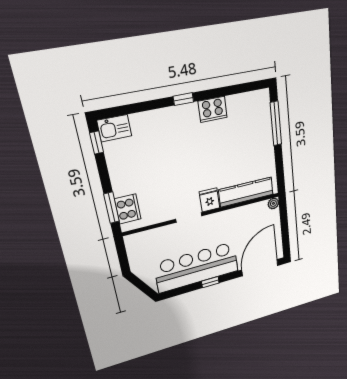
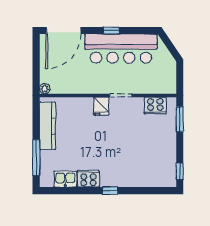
kitchen sink: (114, 128) -> (65, 179), moved
kitchen counter: (246, 192) -> (48, 126), moved, turned -90
cooker: (128, 209) -> (155, 106), moved, turned -90

